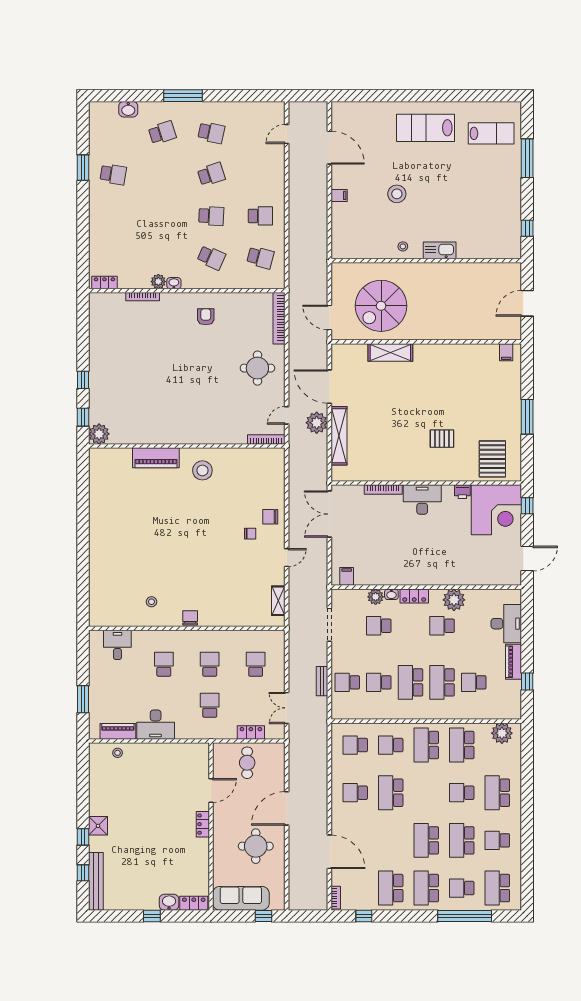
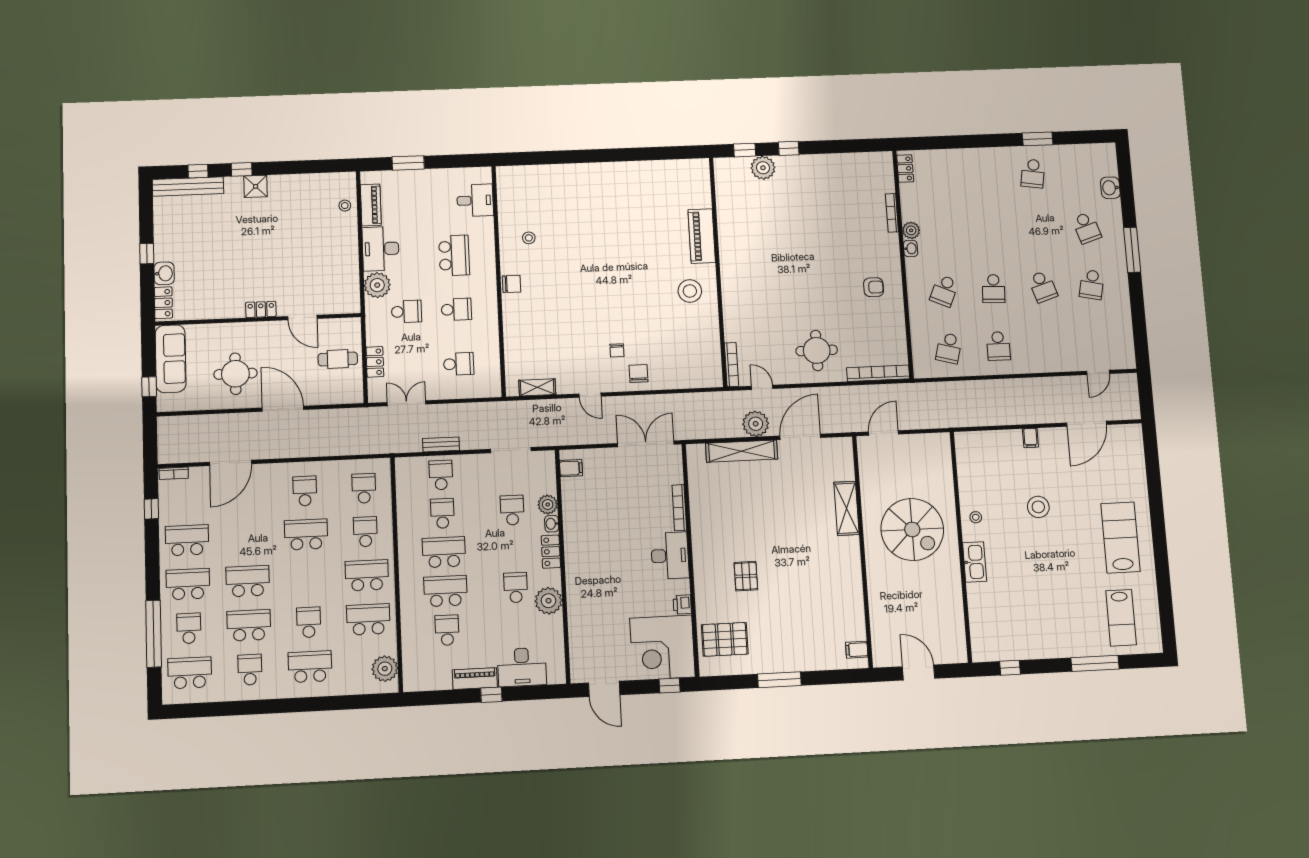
door: (287, 134) -> (1098, 372), swing flipped
spiral stairs: (381, 306) -> (912, 529), moved, turned 180
plant: (99, 434) -> (763, 168), moved
school desk: (164, 664) -> (454, 255), width x1.85
window: (527, 682) -> (491, 695), moved
plant: (186, 728) -> (377, 285), added

